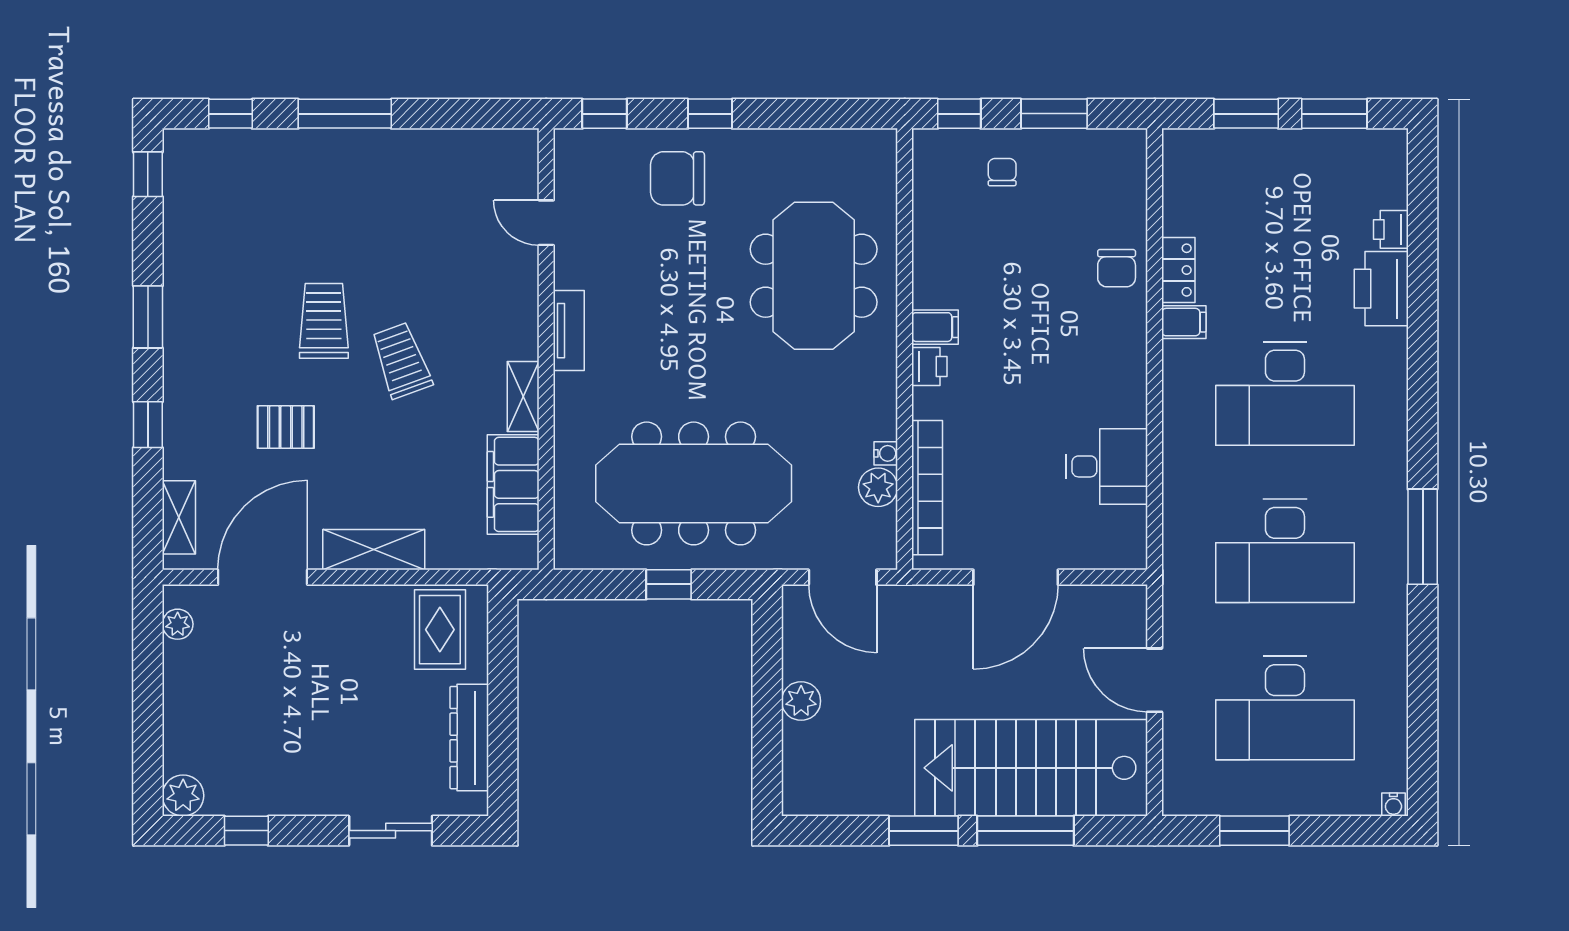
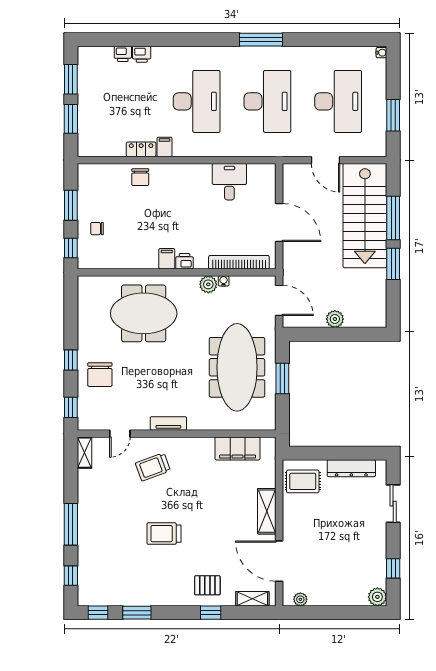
chair: (1117, 268) -> (140, 177), turned 90
printer: (1381, 289) -> (142, 54), width x0.53, depth x0.68
window: (148, 317) -> (137, 613), moved
trolley: (401, 360) -> (153, 467), moved
shelving: (523, 397) -> (84, 453), moved, turned 90
pallet: (286, 427) -> (207, 585), moved, turned 90
plant: (878, 487) -> (208, 284), moved
door: (843, 577) -> (279, 300), hinge flipped
window: (669, 584) -> (282, 378), width x1.50
door: (1155, 680) -> (326, 160), hinge flipped

